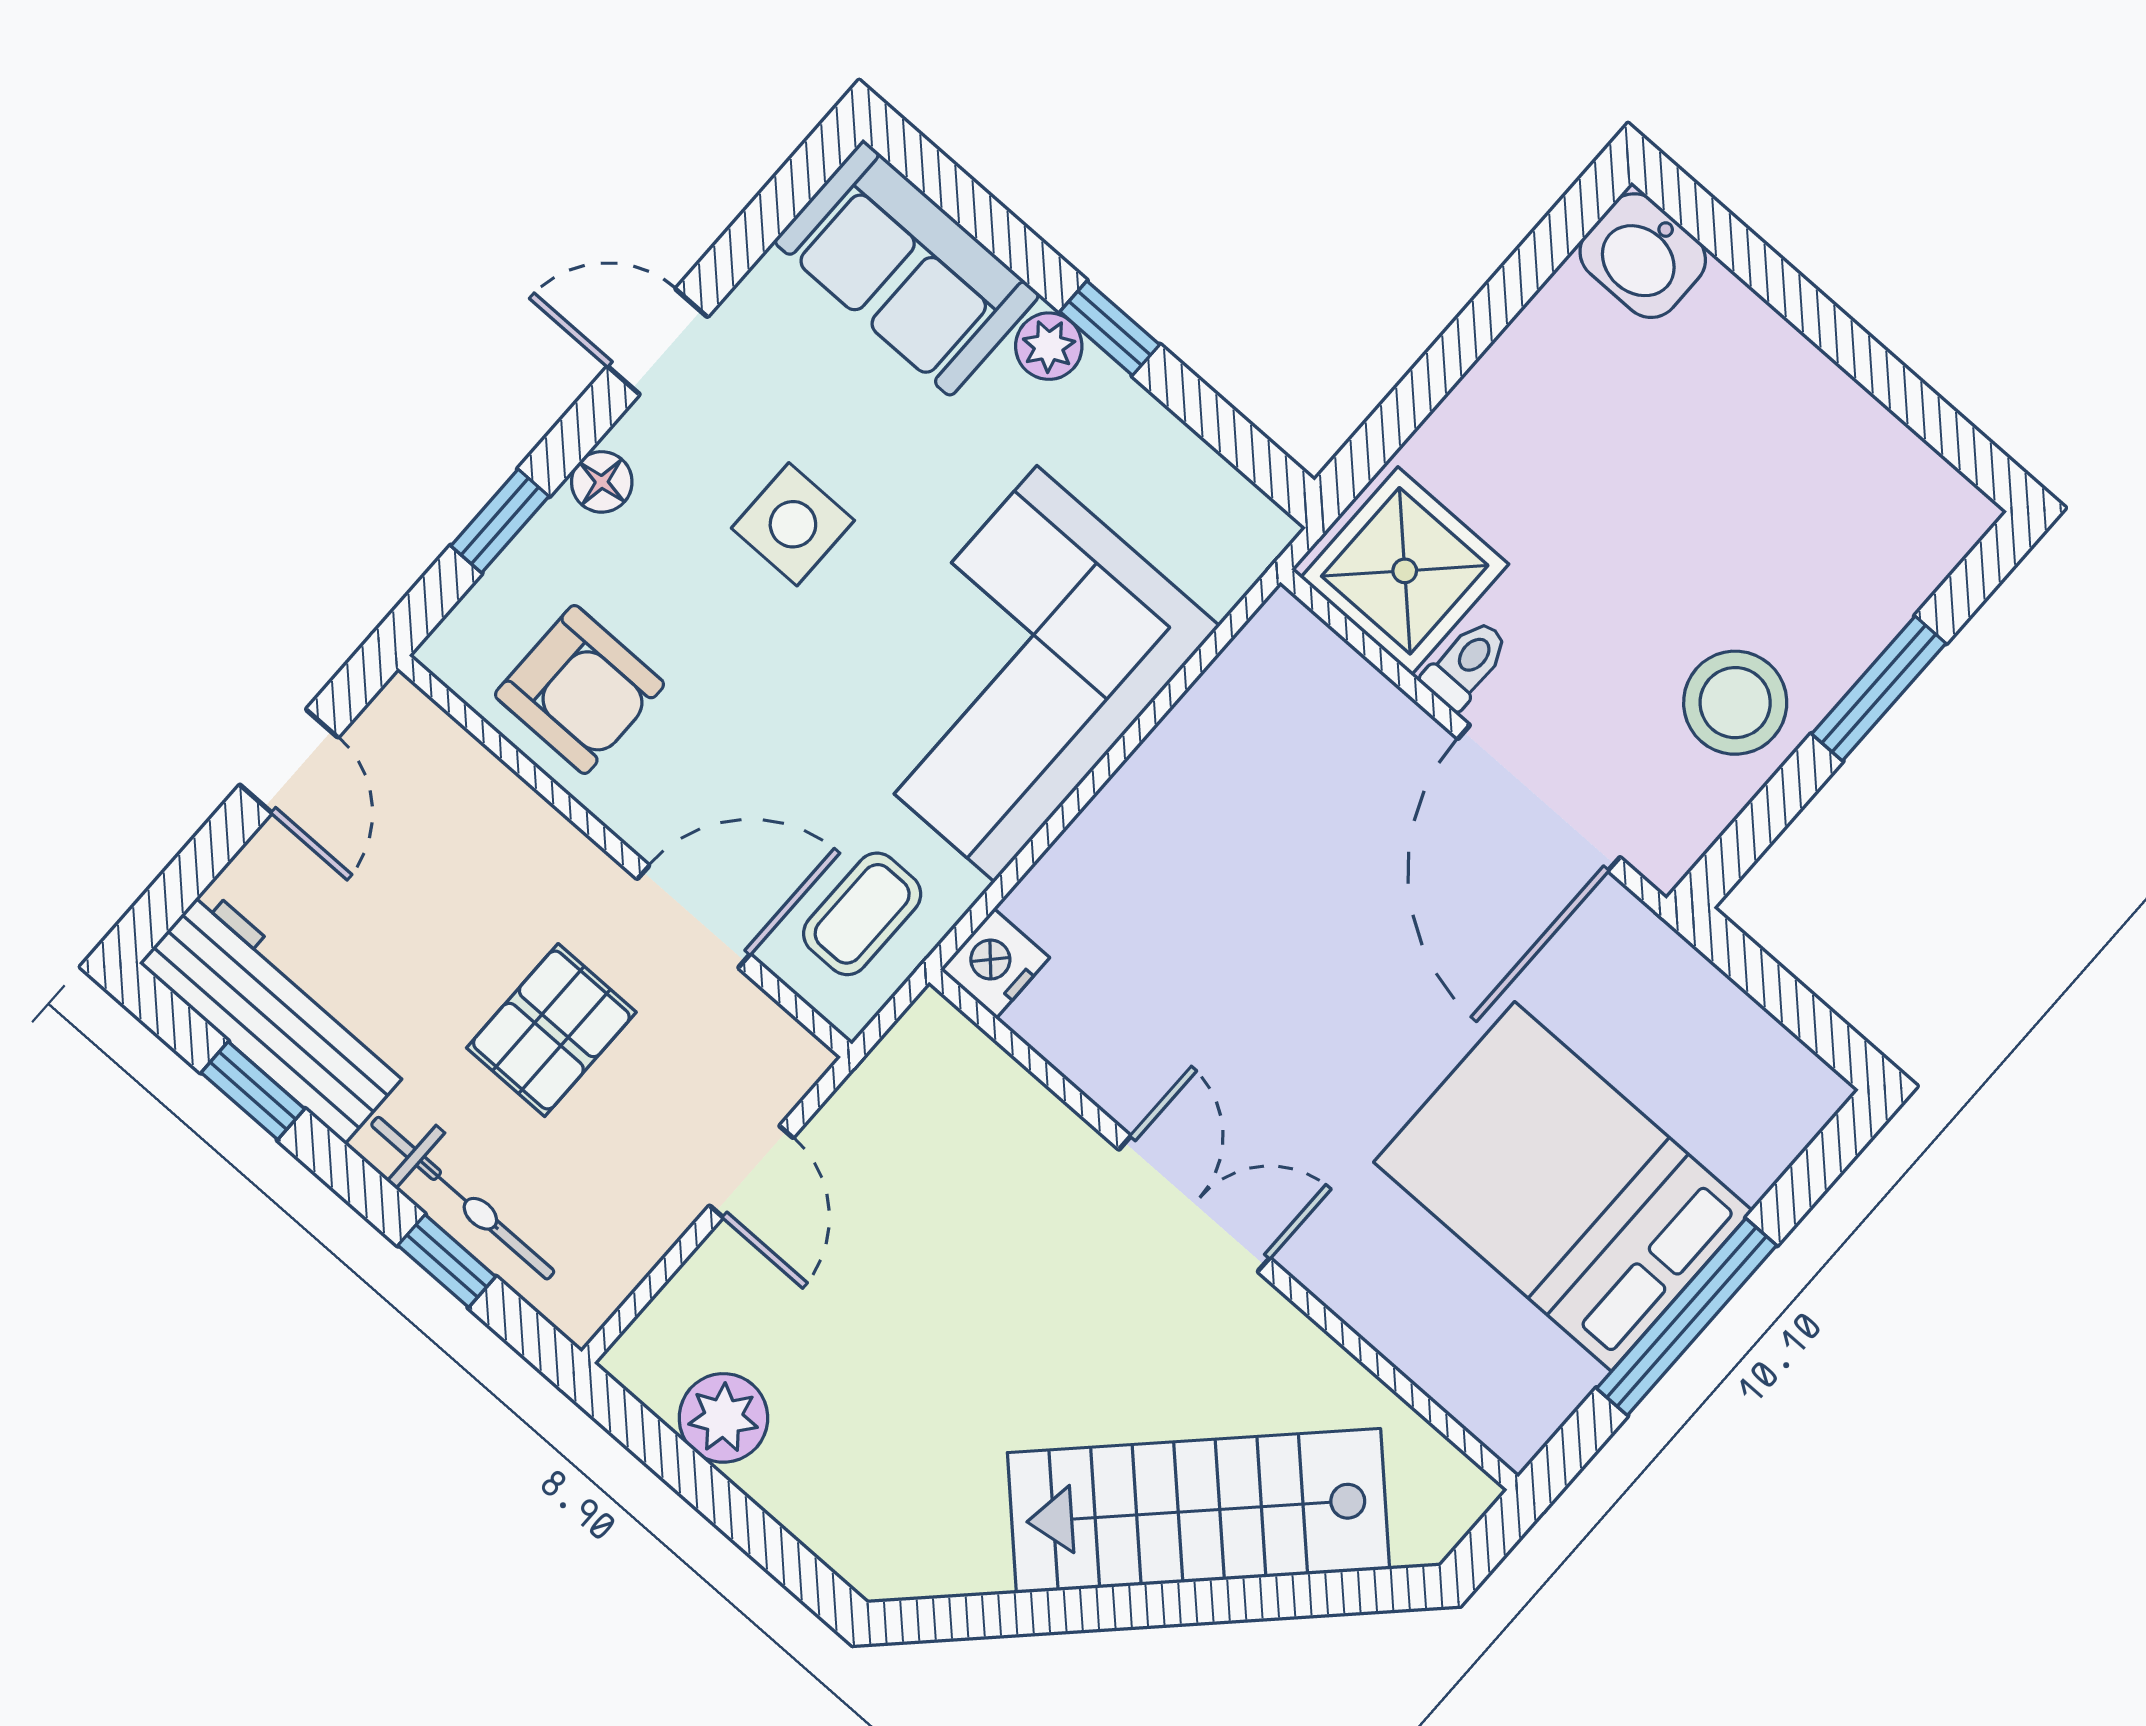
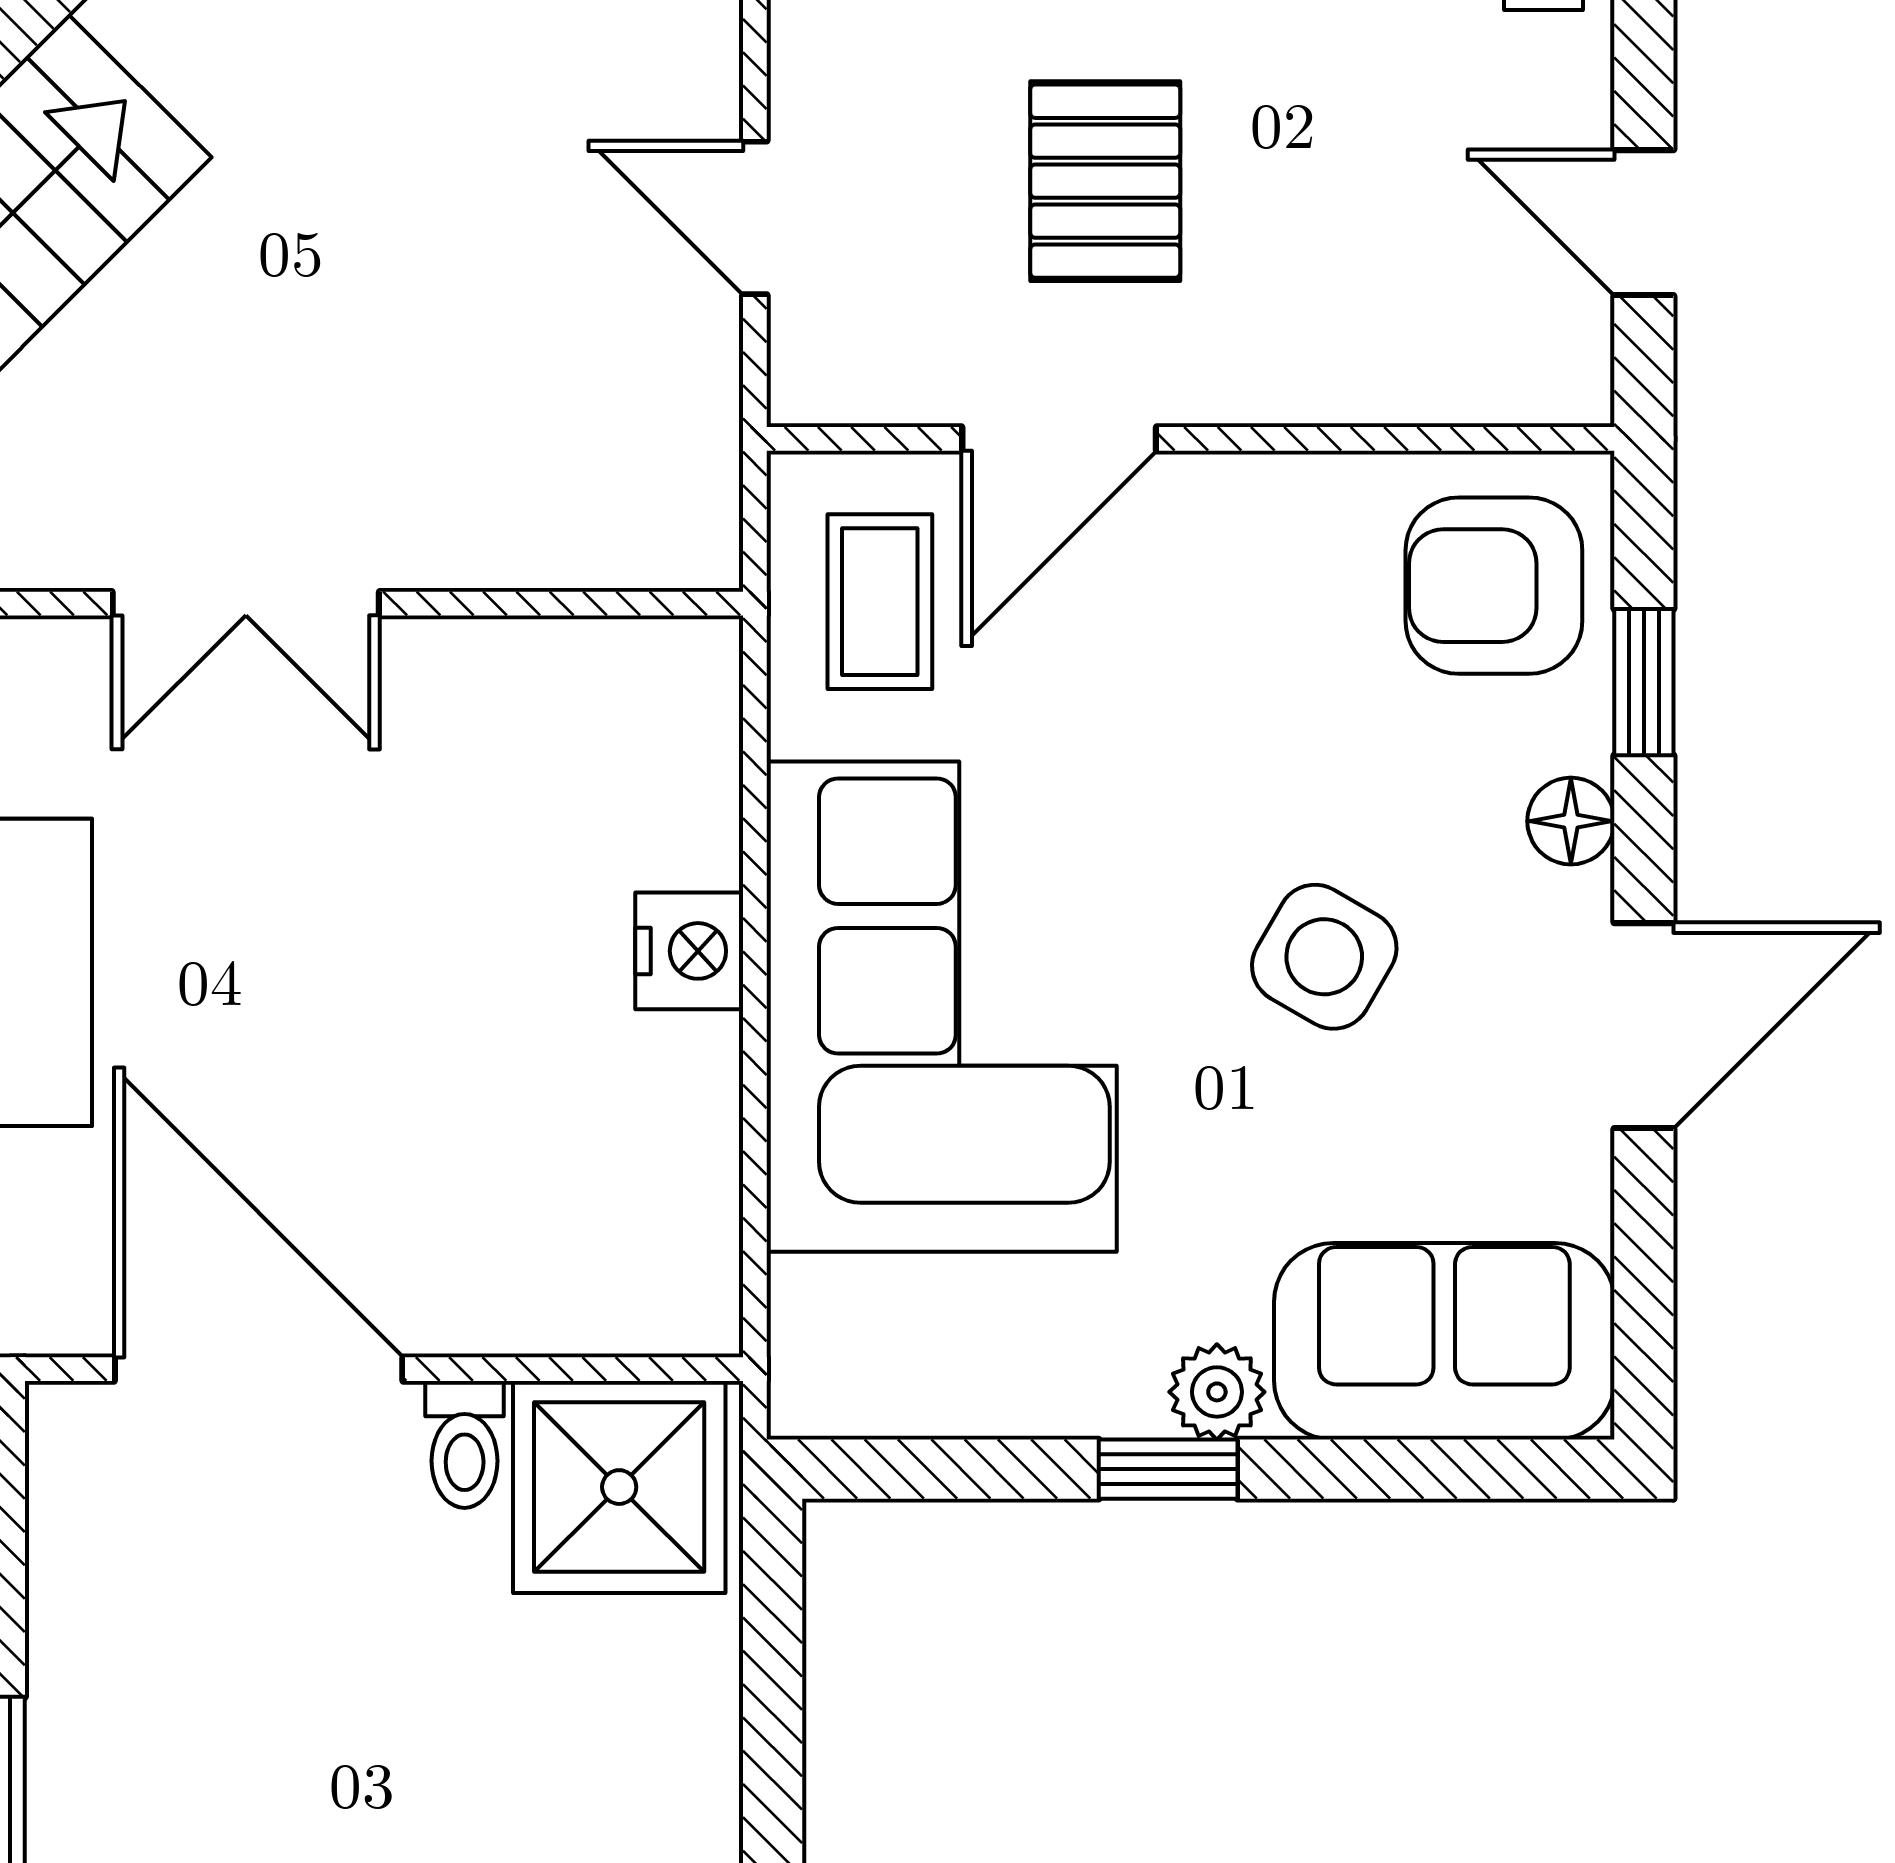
door: (657, 342) -> (1644, 1026), width x1.38
side table: (793, 524) -> (1324, 957), turned 30
armchair: (580, 689) -> (1494, 586), moved
stool: (1735, 703) -> (137, 1658), removed
nightstand: (995, 963) -> (689, 951), moved

